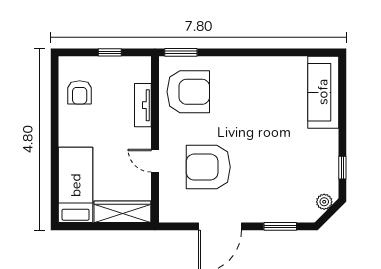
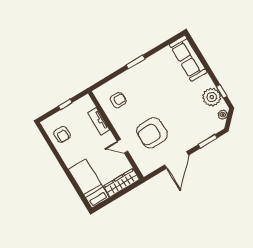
window: (181, 52) -> (136, 62), moved
armchair: (188, 92) -> (118, 100), width x0.53, depth x0.53
plant: (324, 167) -> (212, 97), added

